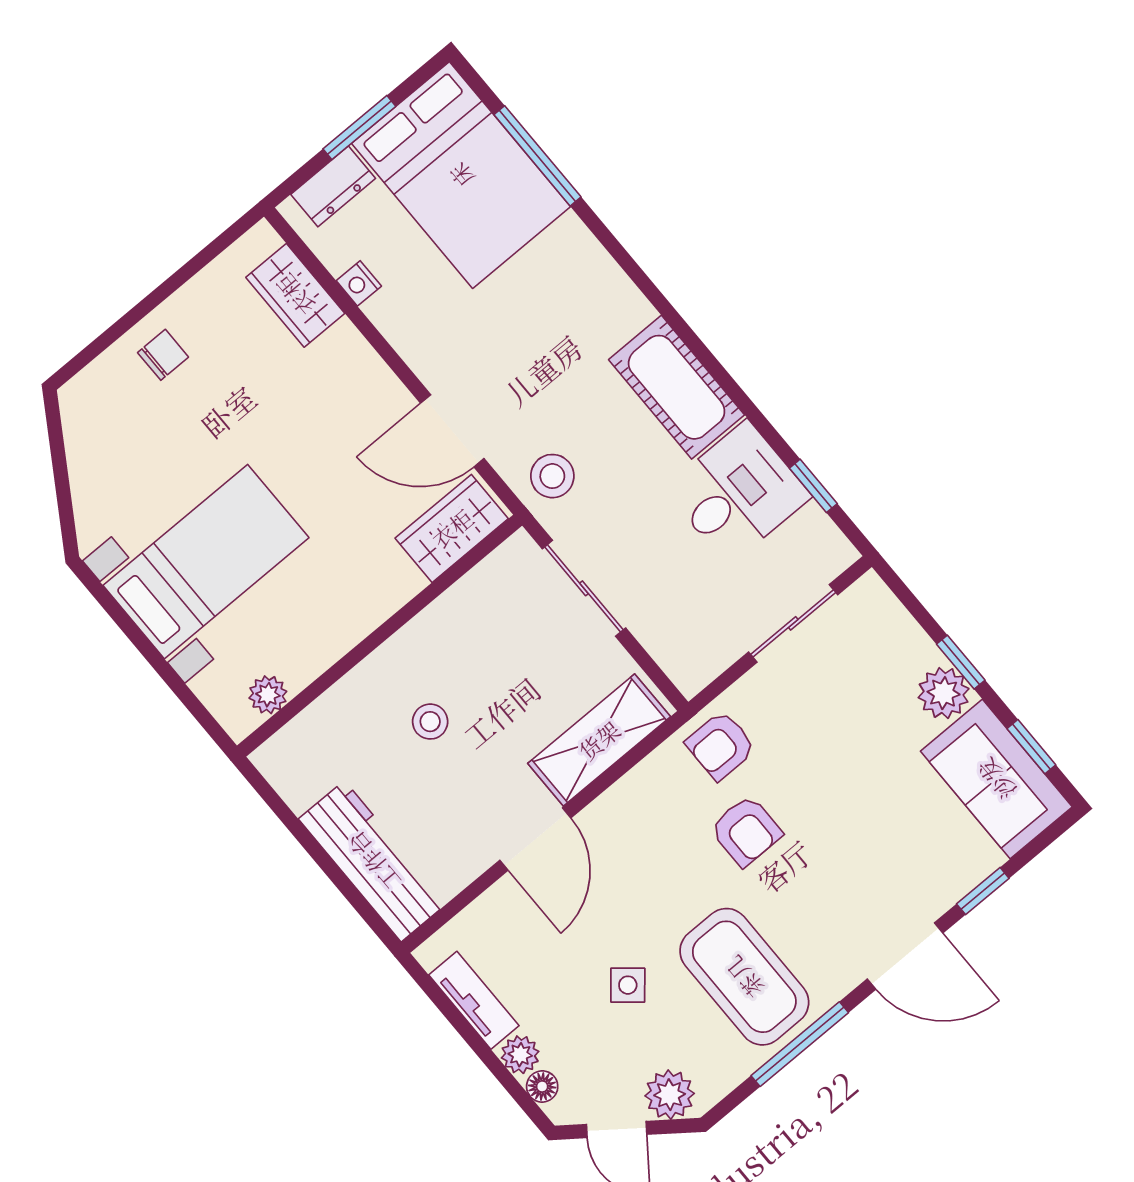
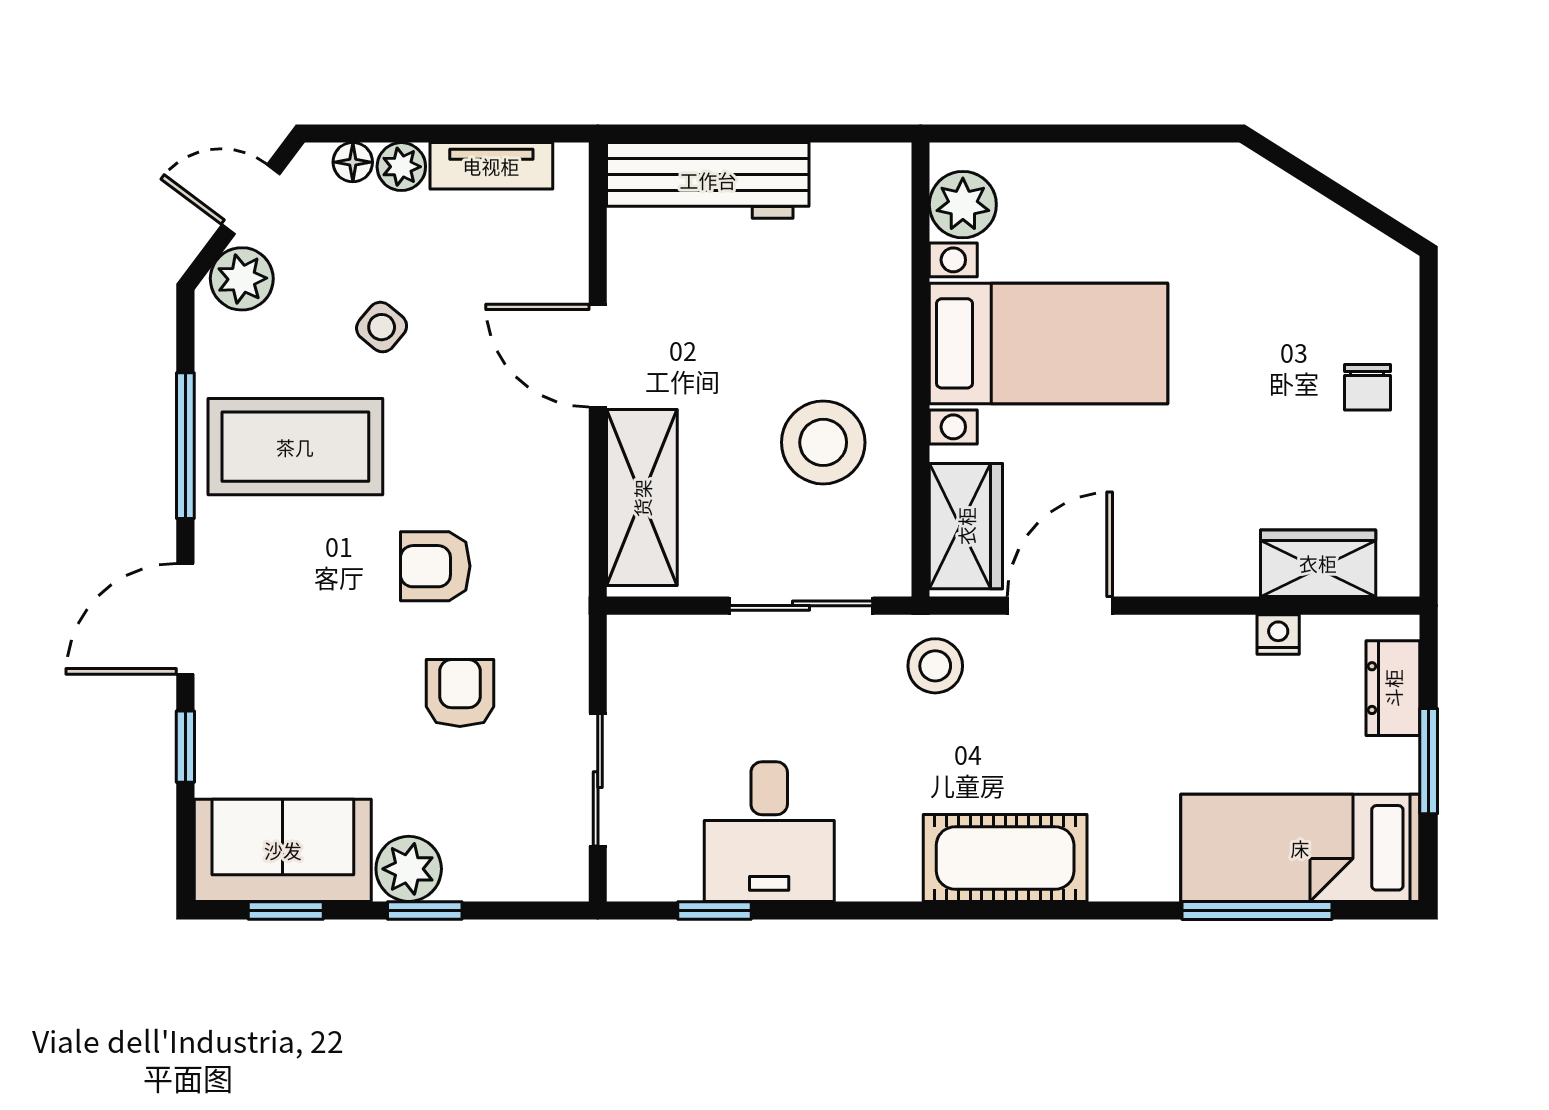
bed: (461, 175) -> (1300, 848), width x0.67
cot: (677, 387) -> (1005, 858), moved
bed with nightstands: (206, 562) -> (1049, 343), moved, turned -90
plant: (268, 695) -> (963, 205), width x1.38, depth x1.38
stool: (430, 722) -> (823, 442), moved, width x1.89, depth x1.89
armchair: (721, 746) -> (460, 693), moved

